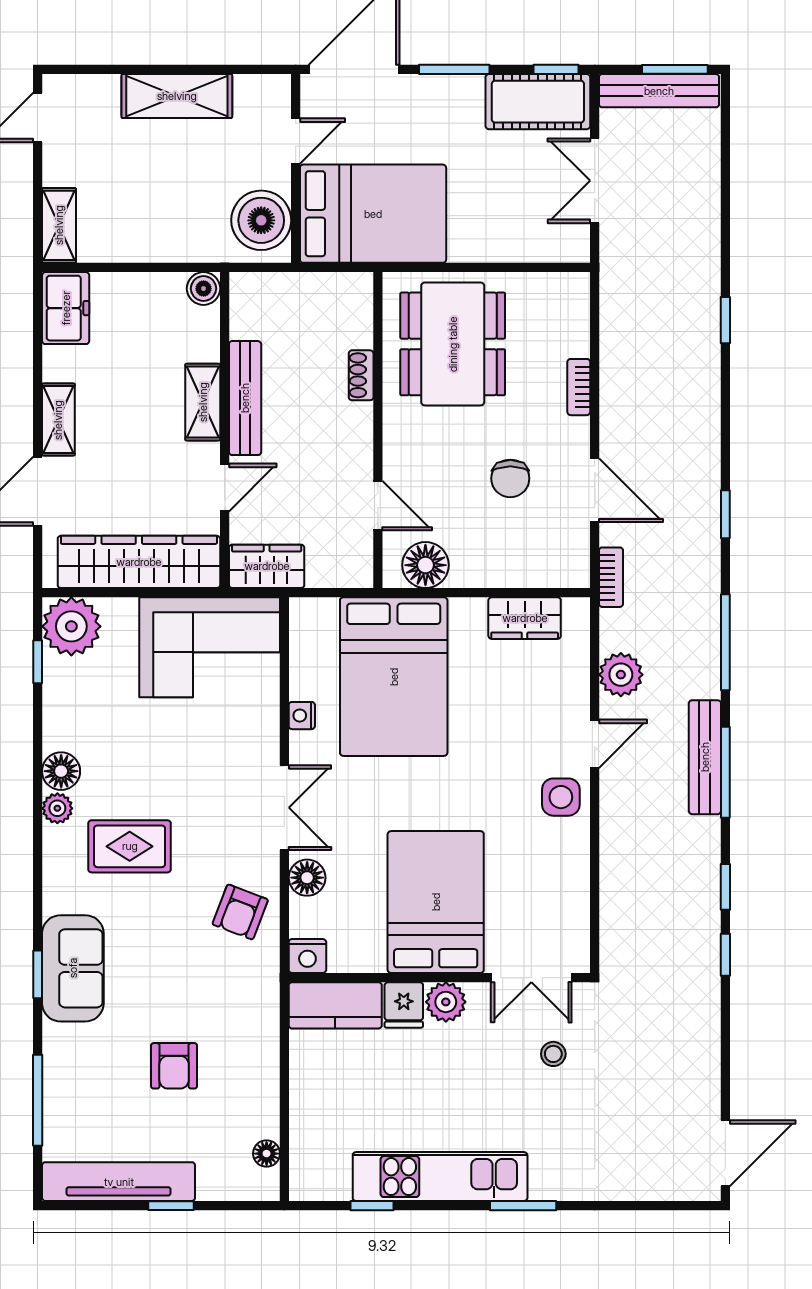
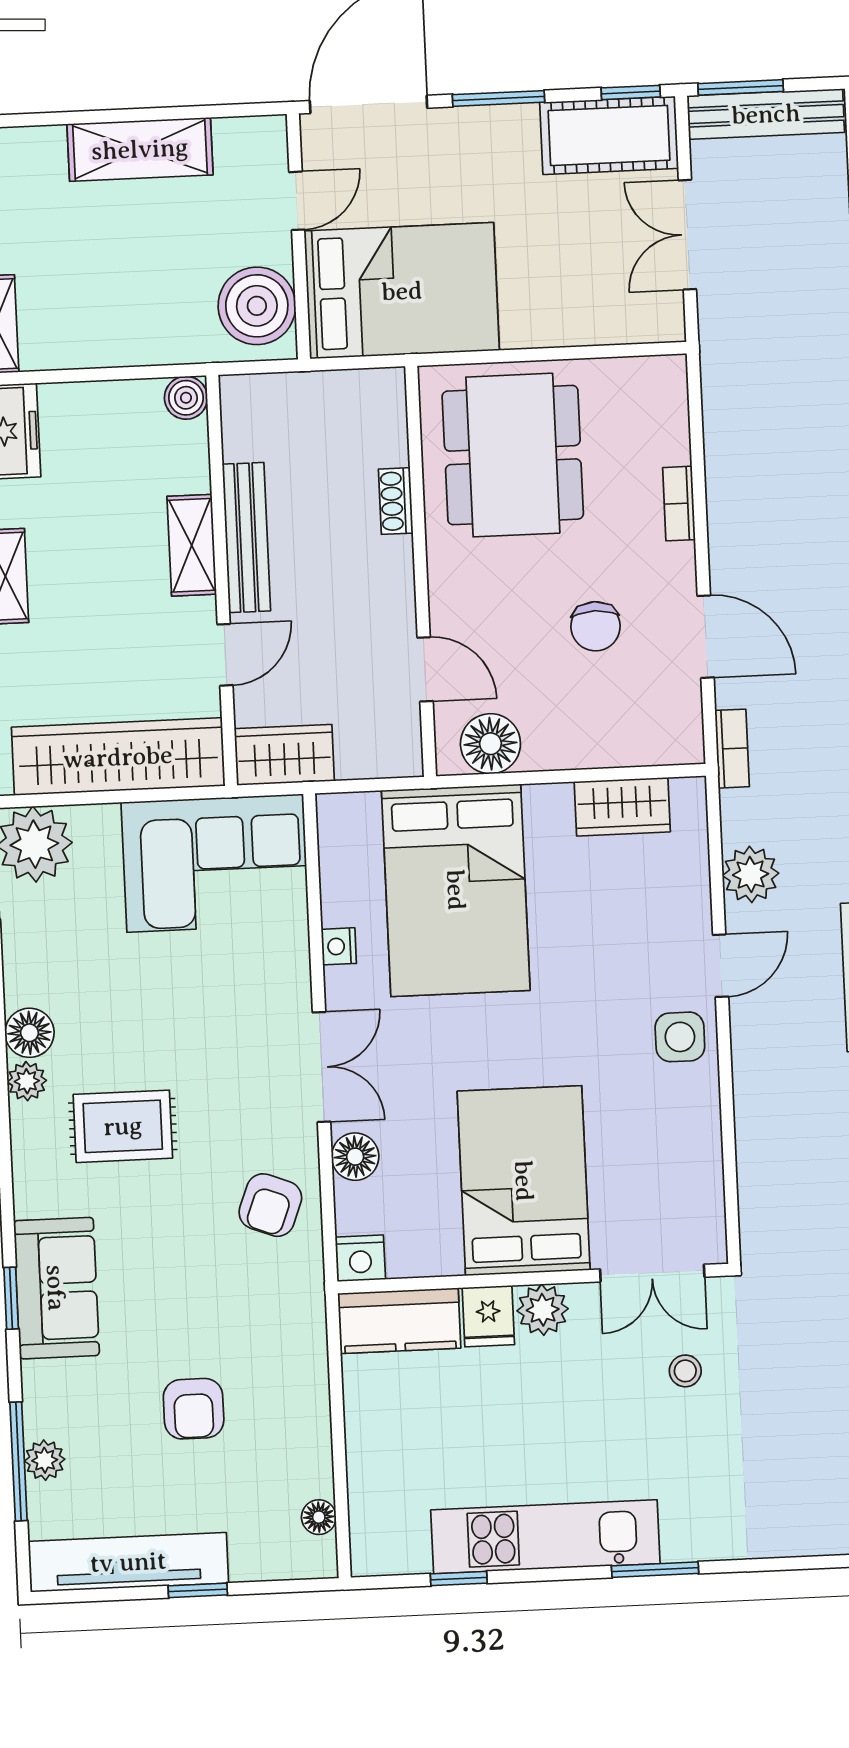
window: (675, 69) -> (741, 87), moved
plant: (58, 1100) -> (45, 1460), added

